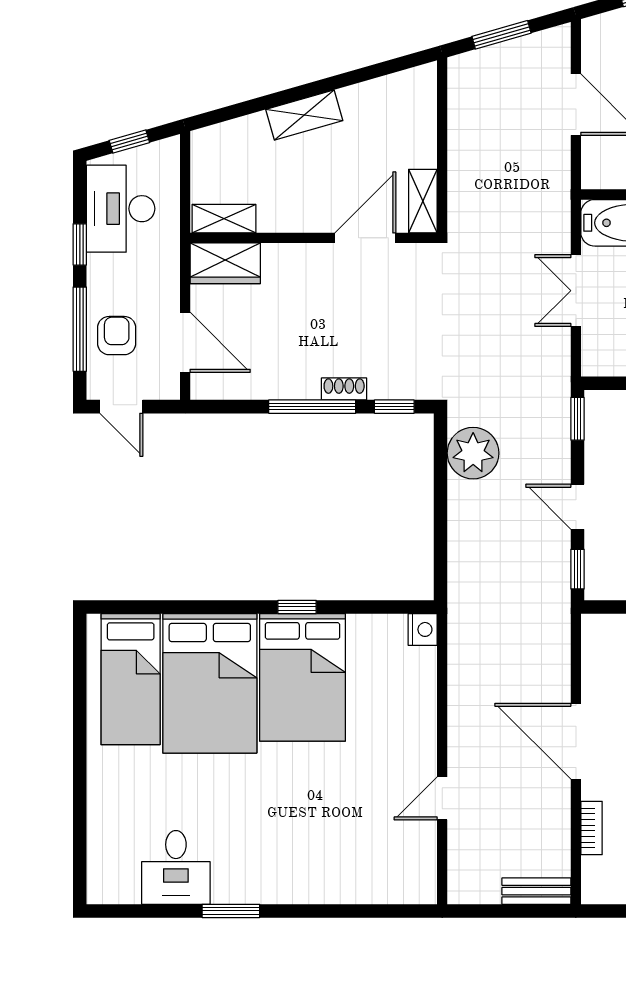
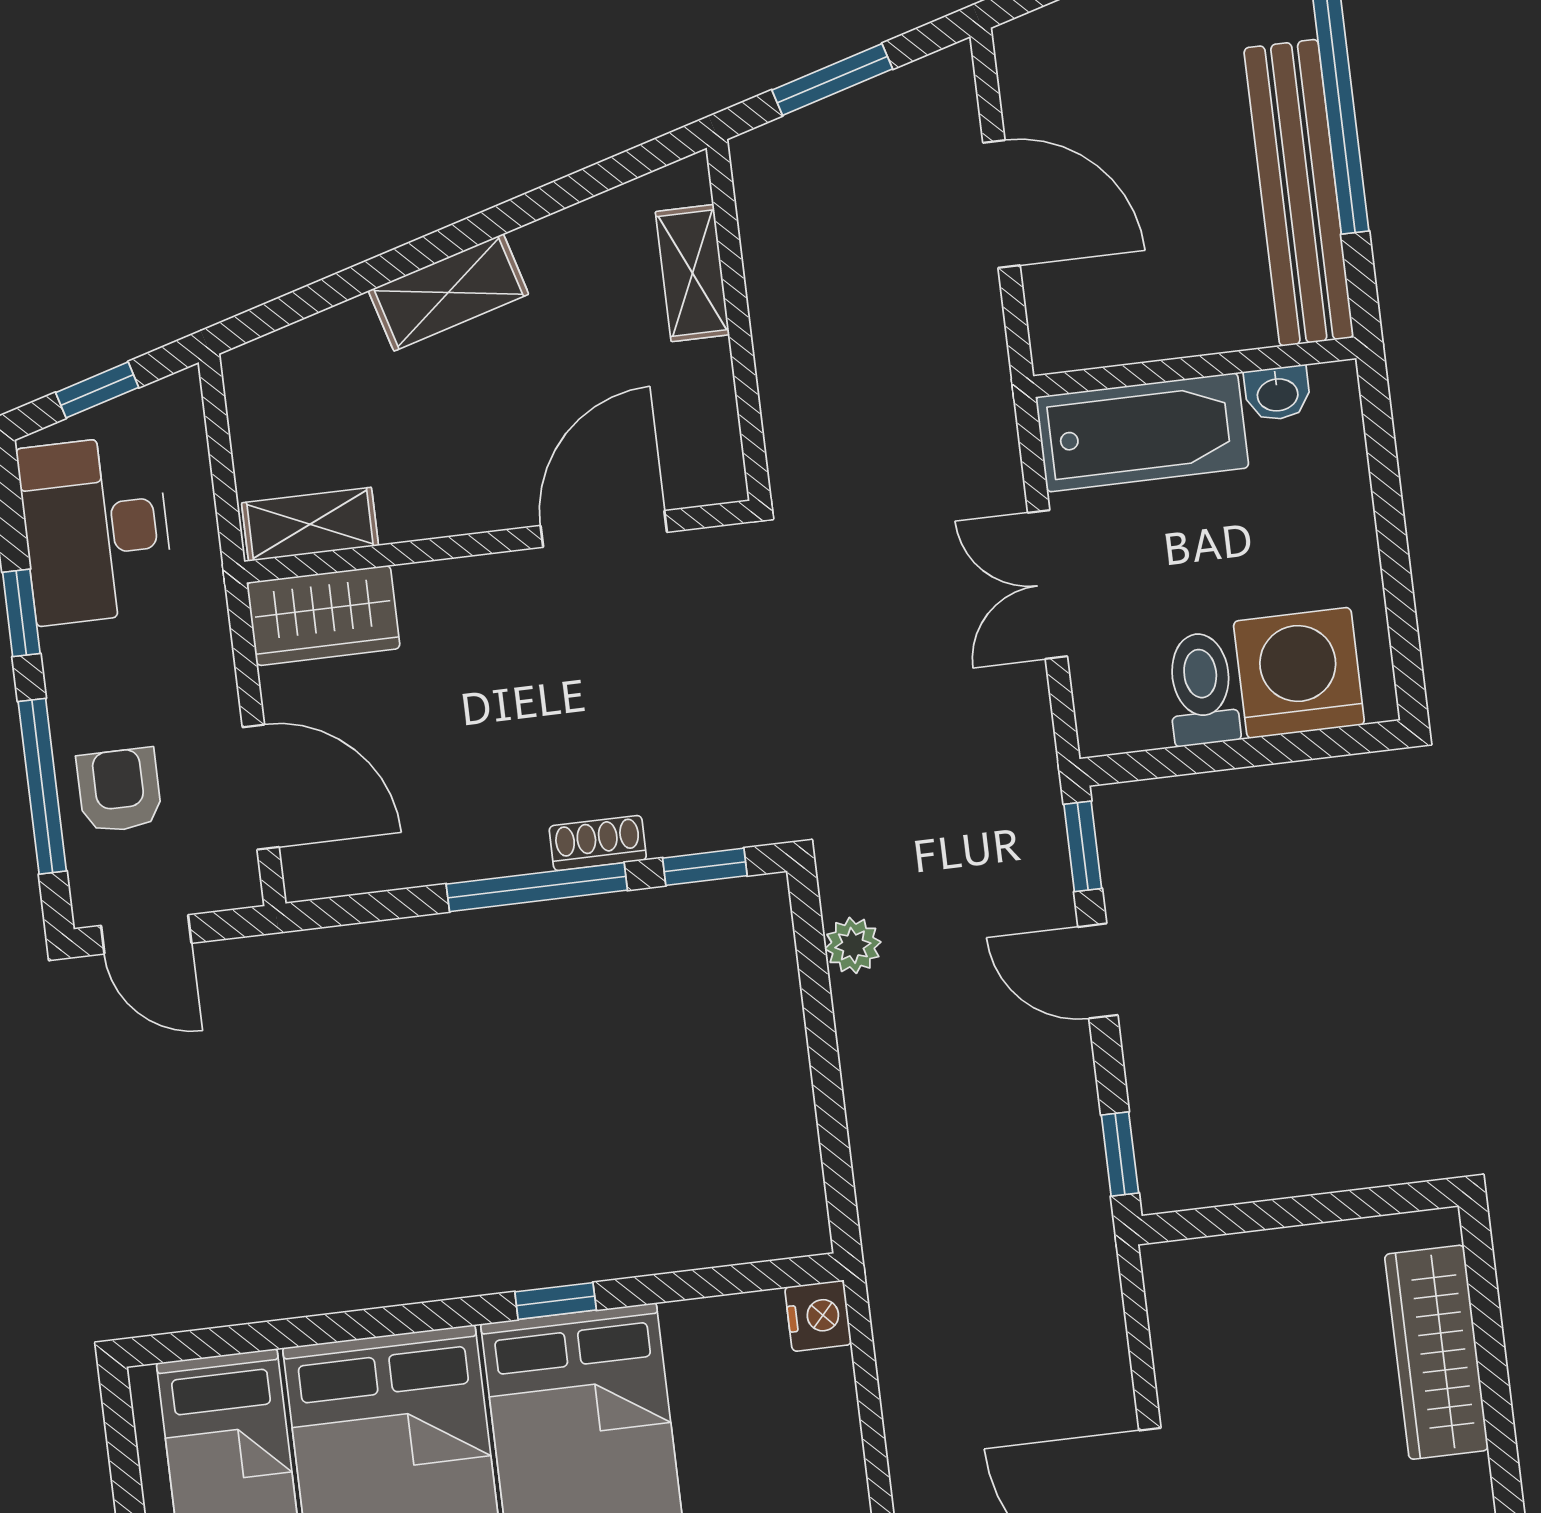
shelving: (423, 201) -> (692, 273), moved
plant: (473, 453) -> (853, 945), width x0.53, depth x0.53
door: (577, 507) -> (1098, 971), moved

